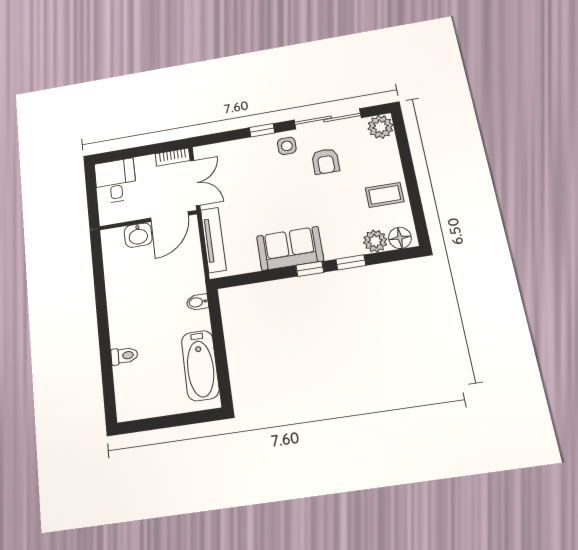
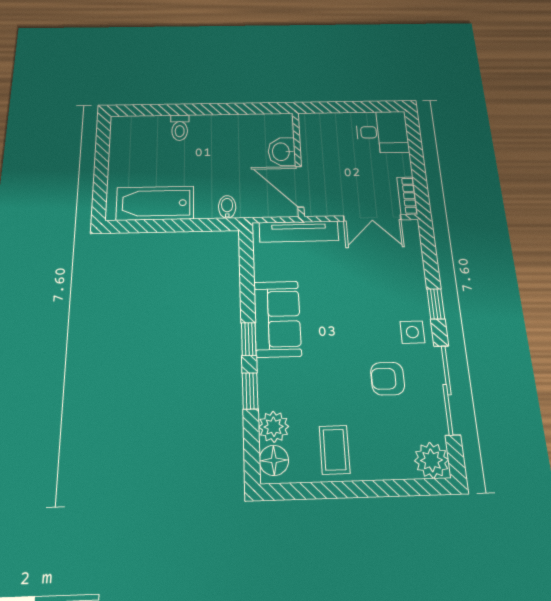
door: (170, 217) -> (300, 187), moved
wall: (148, 220) -> (298, 163), moved
washbasin: (138, 235) -> (282, 152), moved

